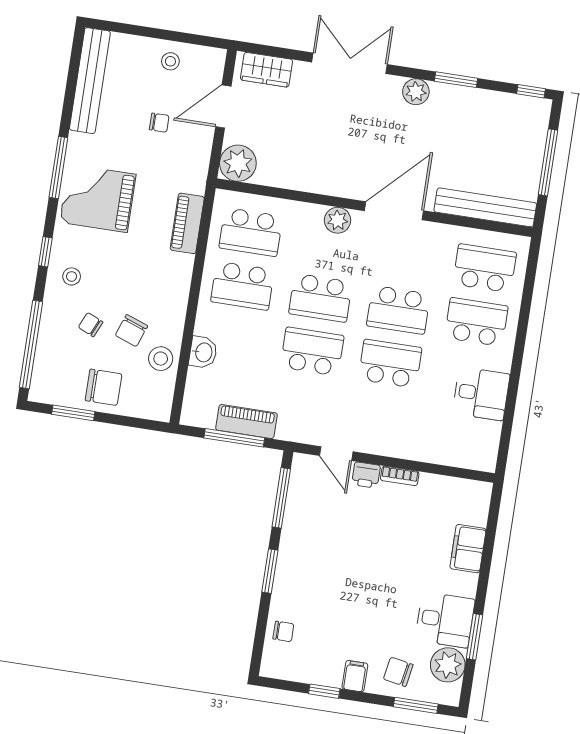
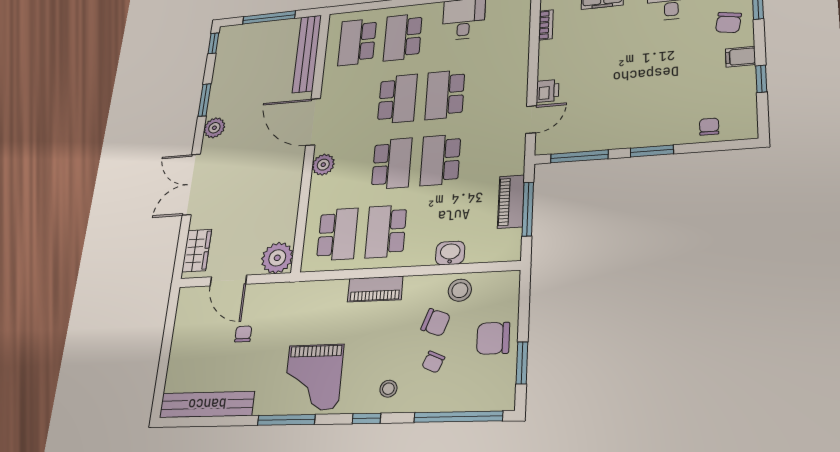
stool: (170, 61) -> (190, 334), removed
piano: (187, 223) -> (375, 289), moved
school desk: (242, 286) -> (386, 231), turned 180
chair: (104, 387) -> (493, 338), turned -90
bookcase: (400, 476) -> (546, 25), moved

